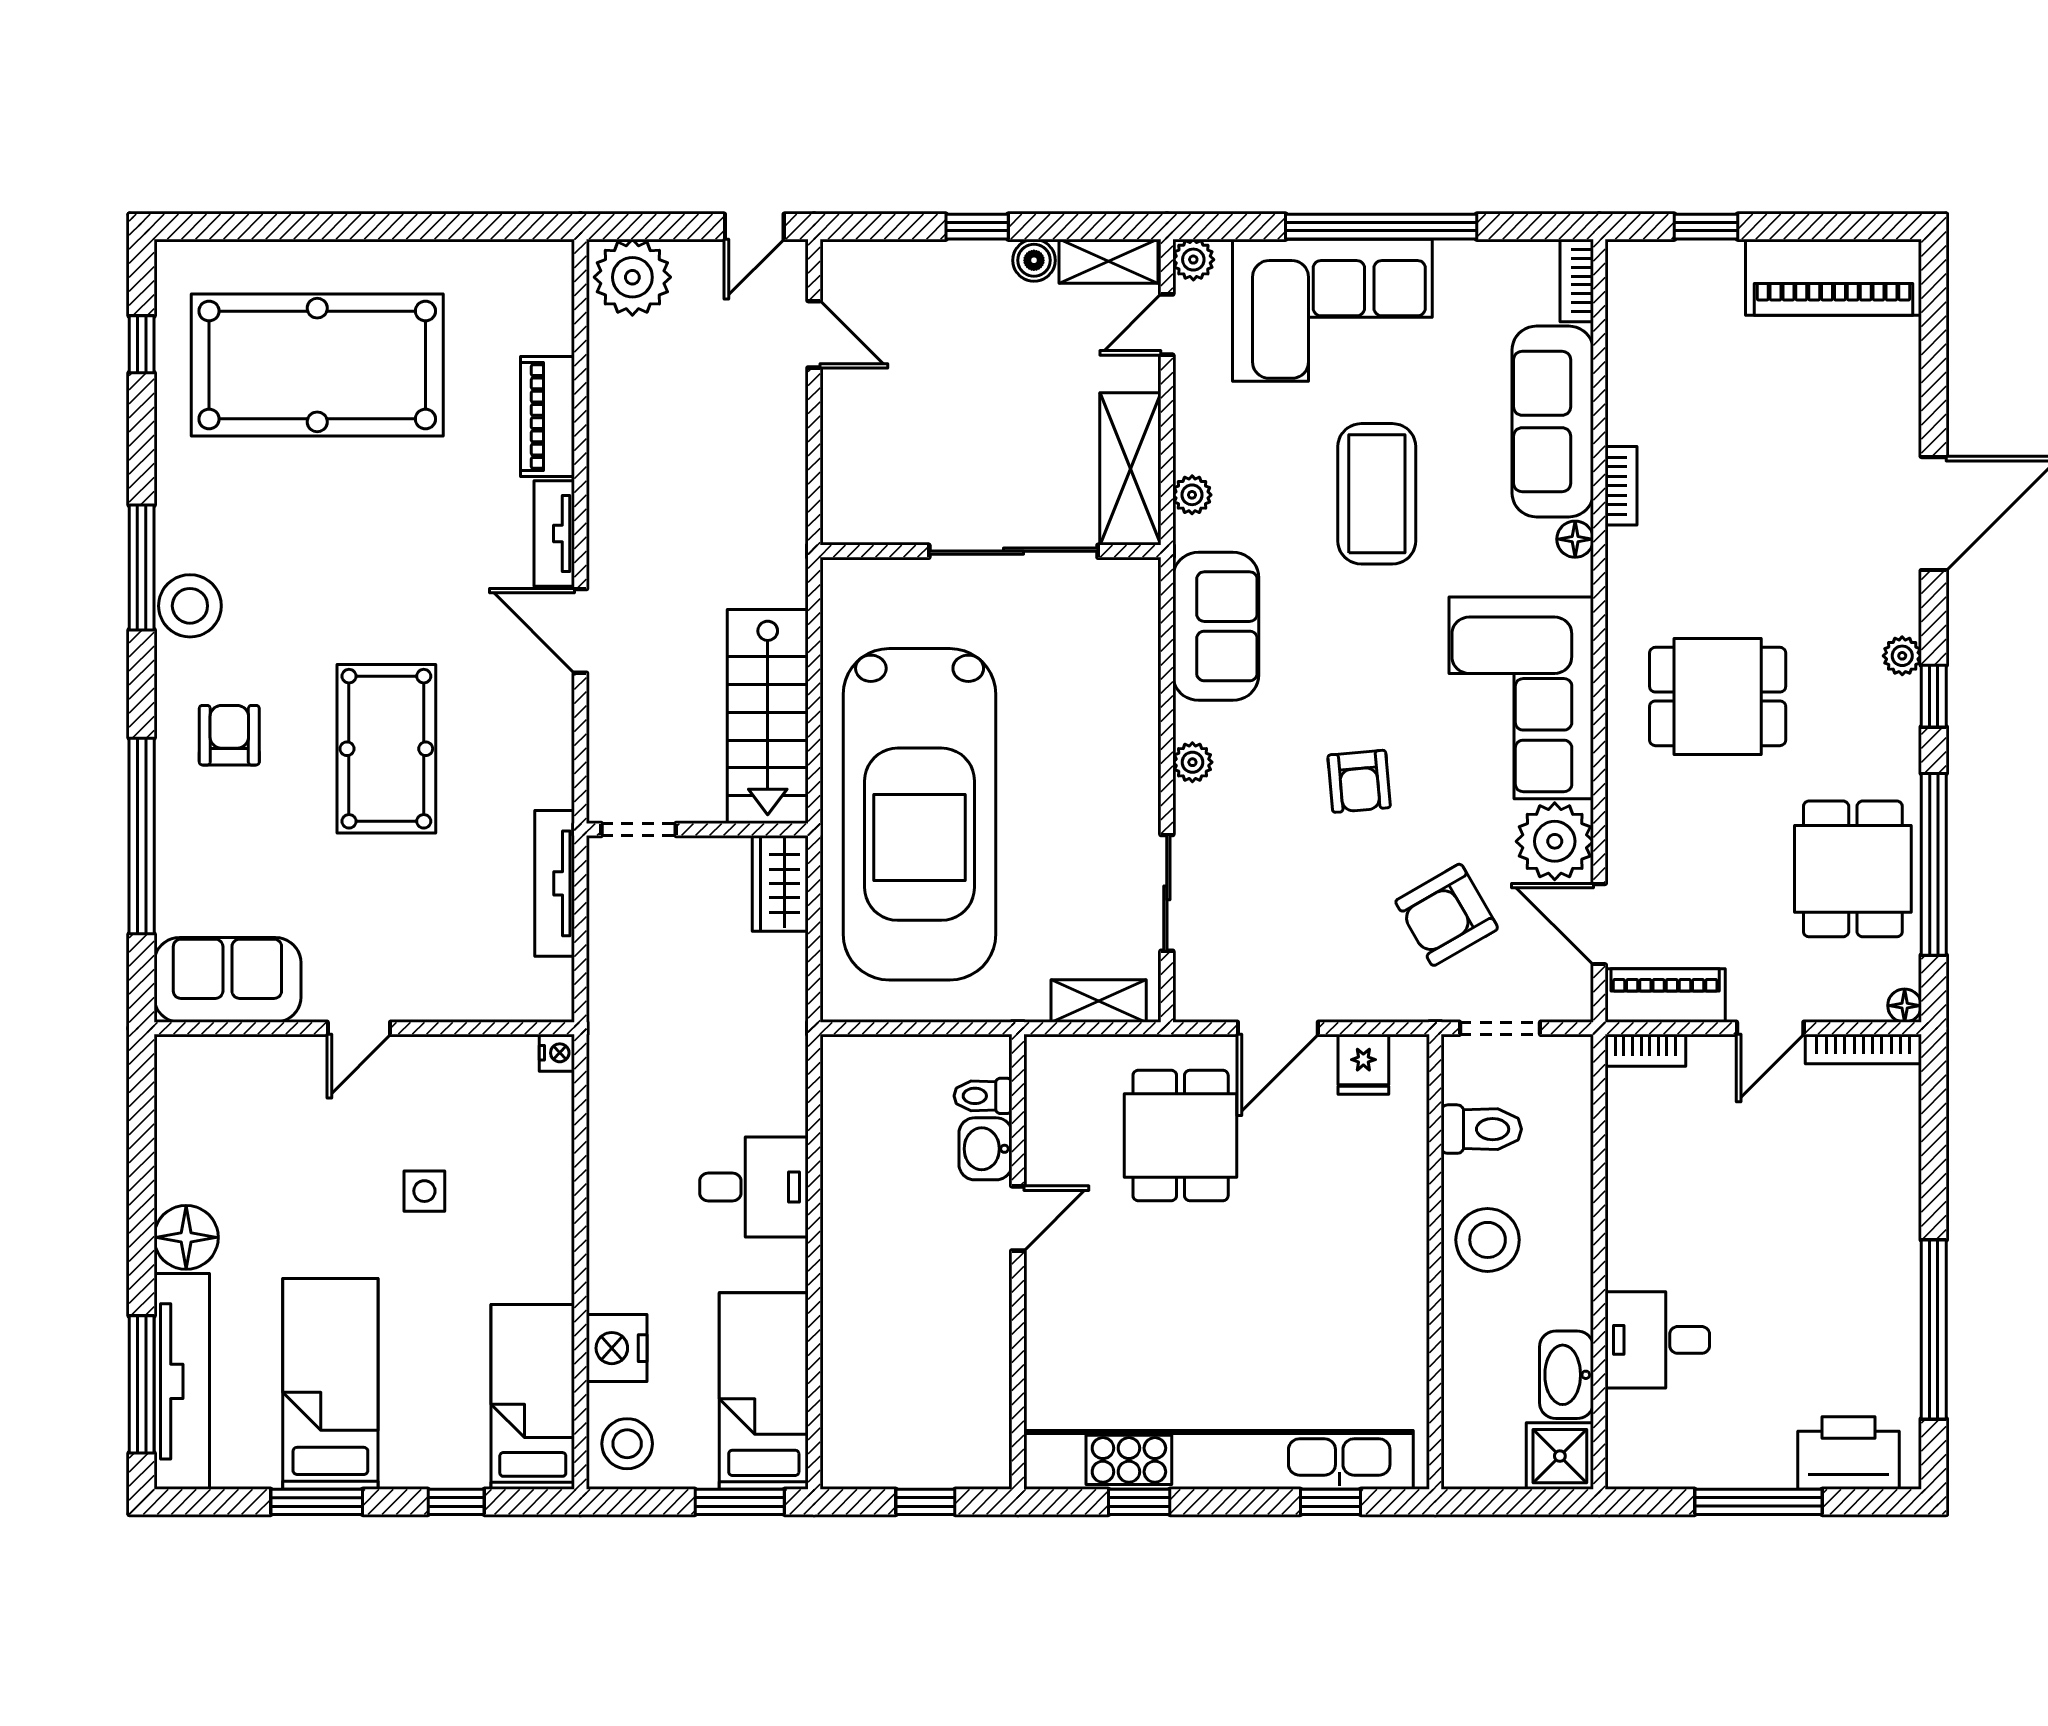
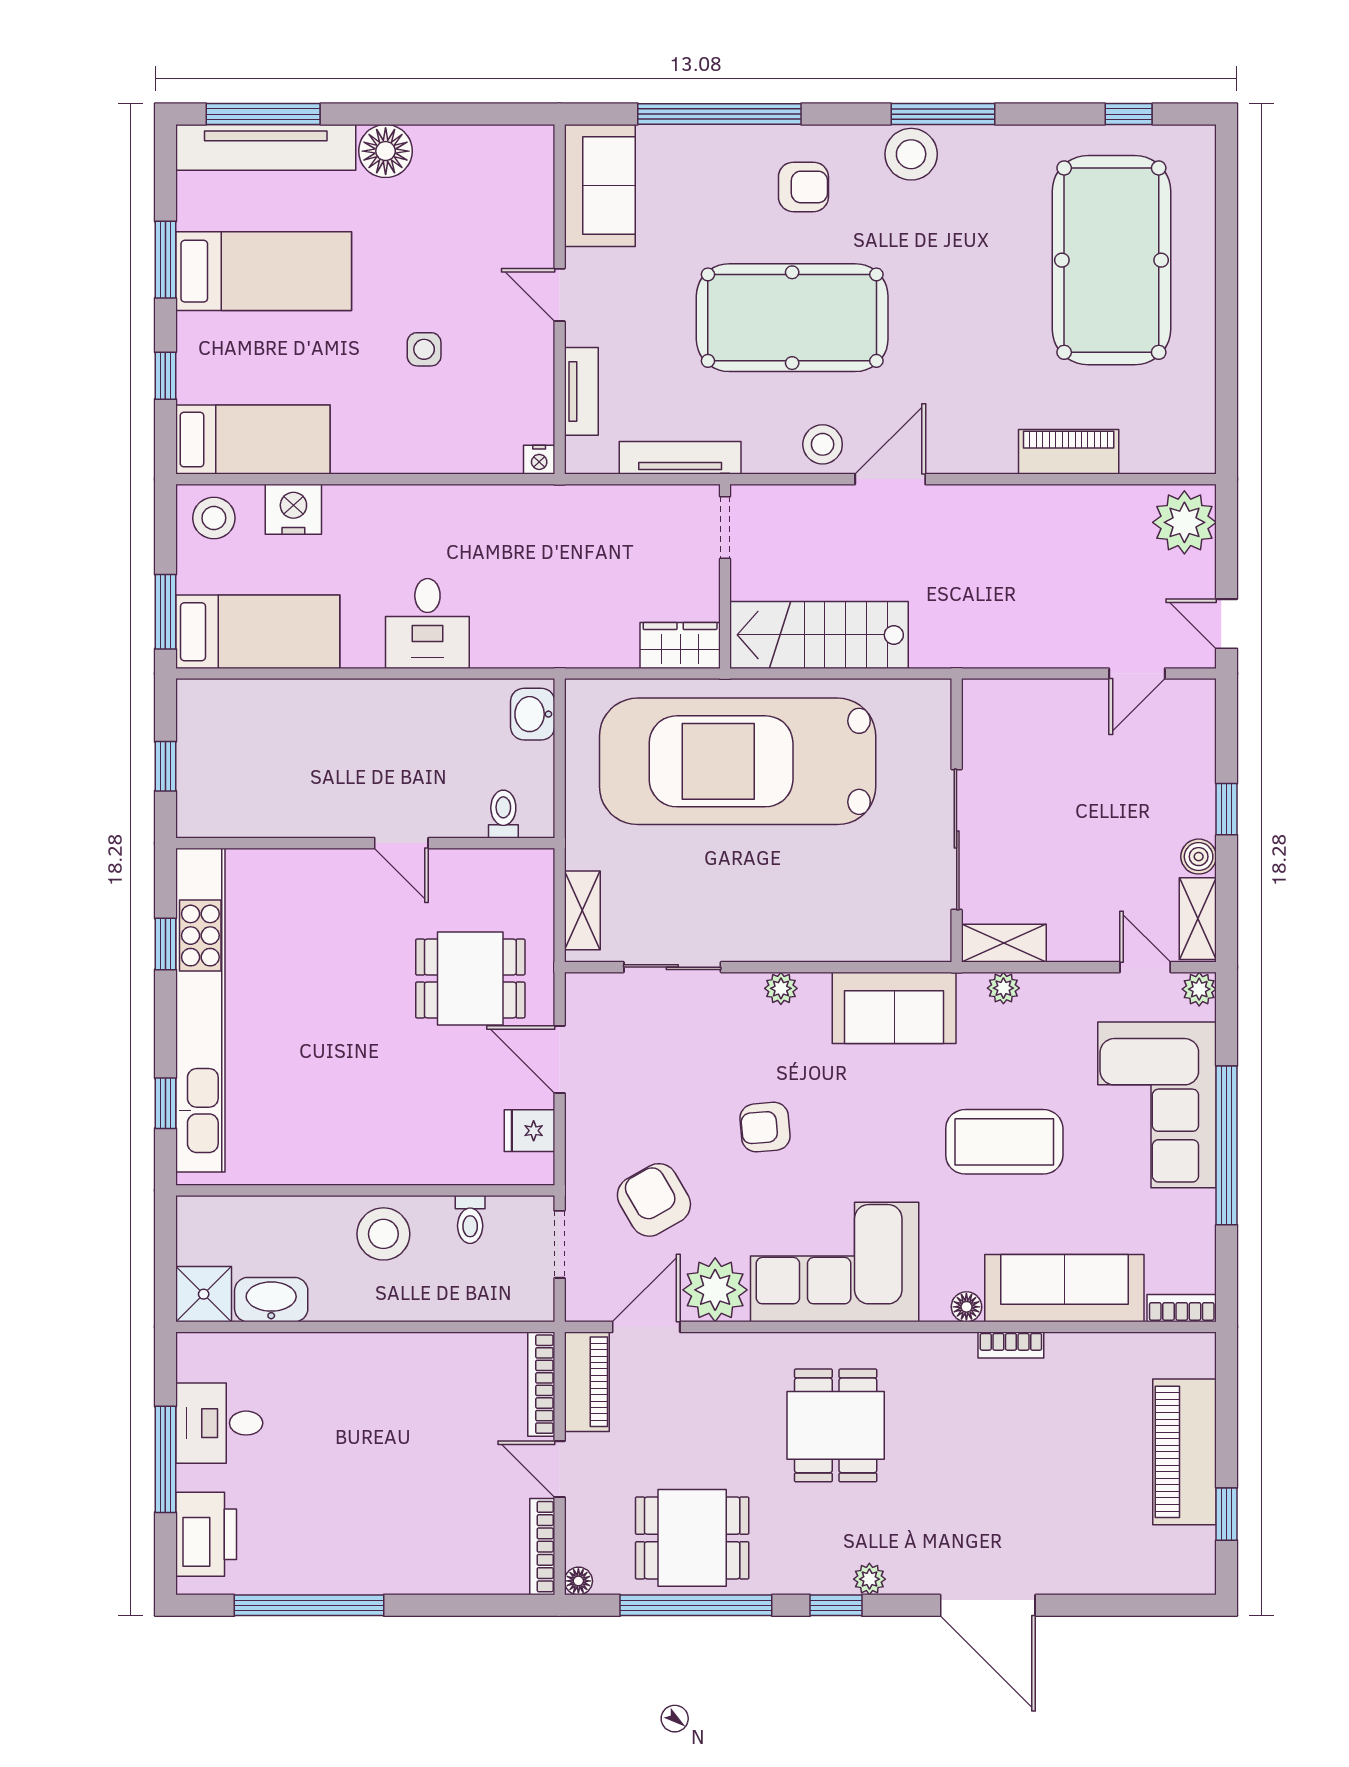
window: (1706, 227) -> (1227, 1514), moved
piano: (1833, 277) -> (1184, 1452), moved
shelving: (1130, 469) -> (1004, 943), width x0.67, depth x0.75
tv unit: (554, 533) -> (581, 391), moved, turned 90
stool: (539, 712) -> (823, 444), added
pool table: (386, 749) -> (792, 318), width x1.36, depth x1.32
bookcase: (1645, 1050) -> (541, 1384), width x1.56
toilet: (1481, 1129) -> (470, 1219), width x0.73, depth x0.72
washbasin: (985, 1149) -> (533, 714), moved, turned -90
desk: (1657, 1340) -> (219, 1423), moved, turned -90

